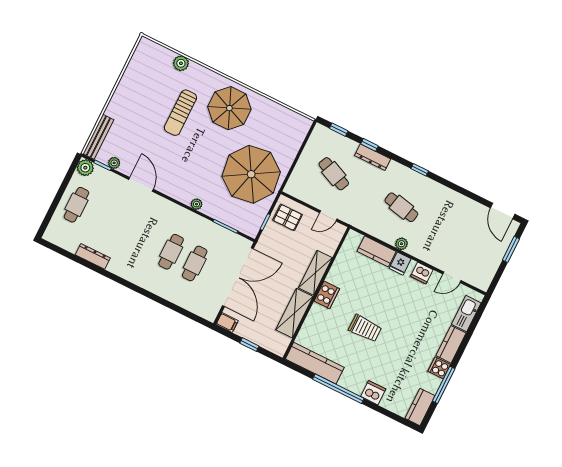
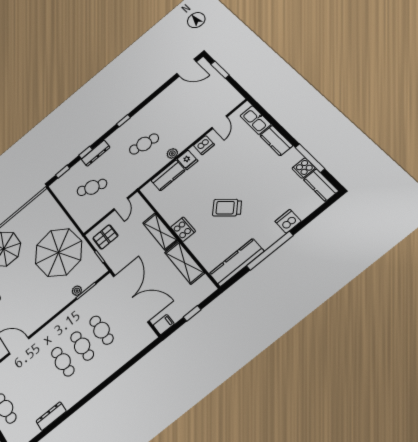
plant: (196, 204) -> (77, 291), moved
cafe table: (147, 240) -> (63, 362), added
trolley: (365, 328) -> (227, 208), turned -137
cooker: (439, 368) -> (304, 168), moved

